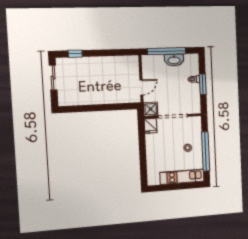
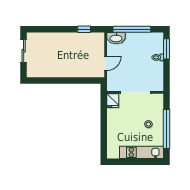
window: (75, 54) -> (84, 29), moved
washbasin: (174, 60) -> (116, 38), moved
window: (203, 84) -> (166, 49), moved
shower: (151, 109) -> (114, 84), removed

